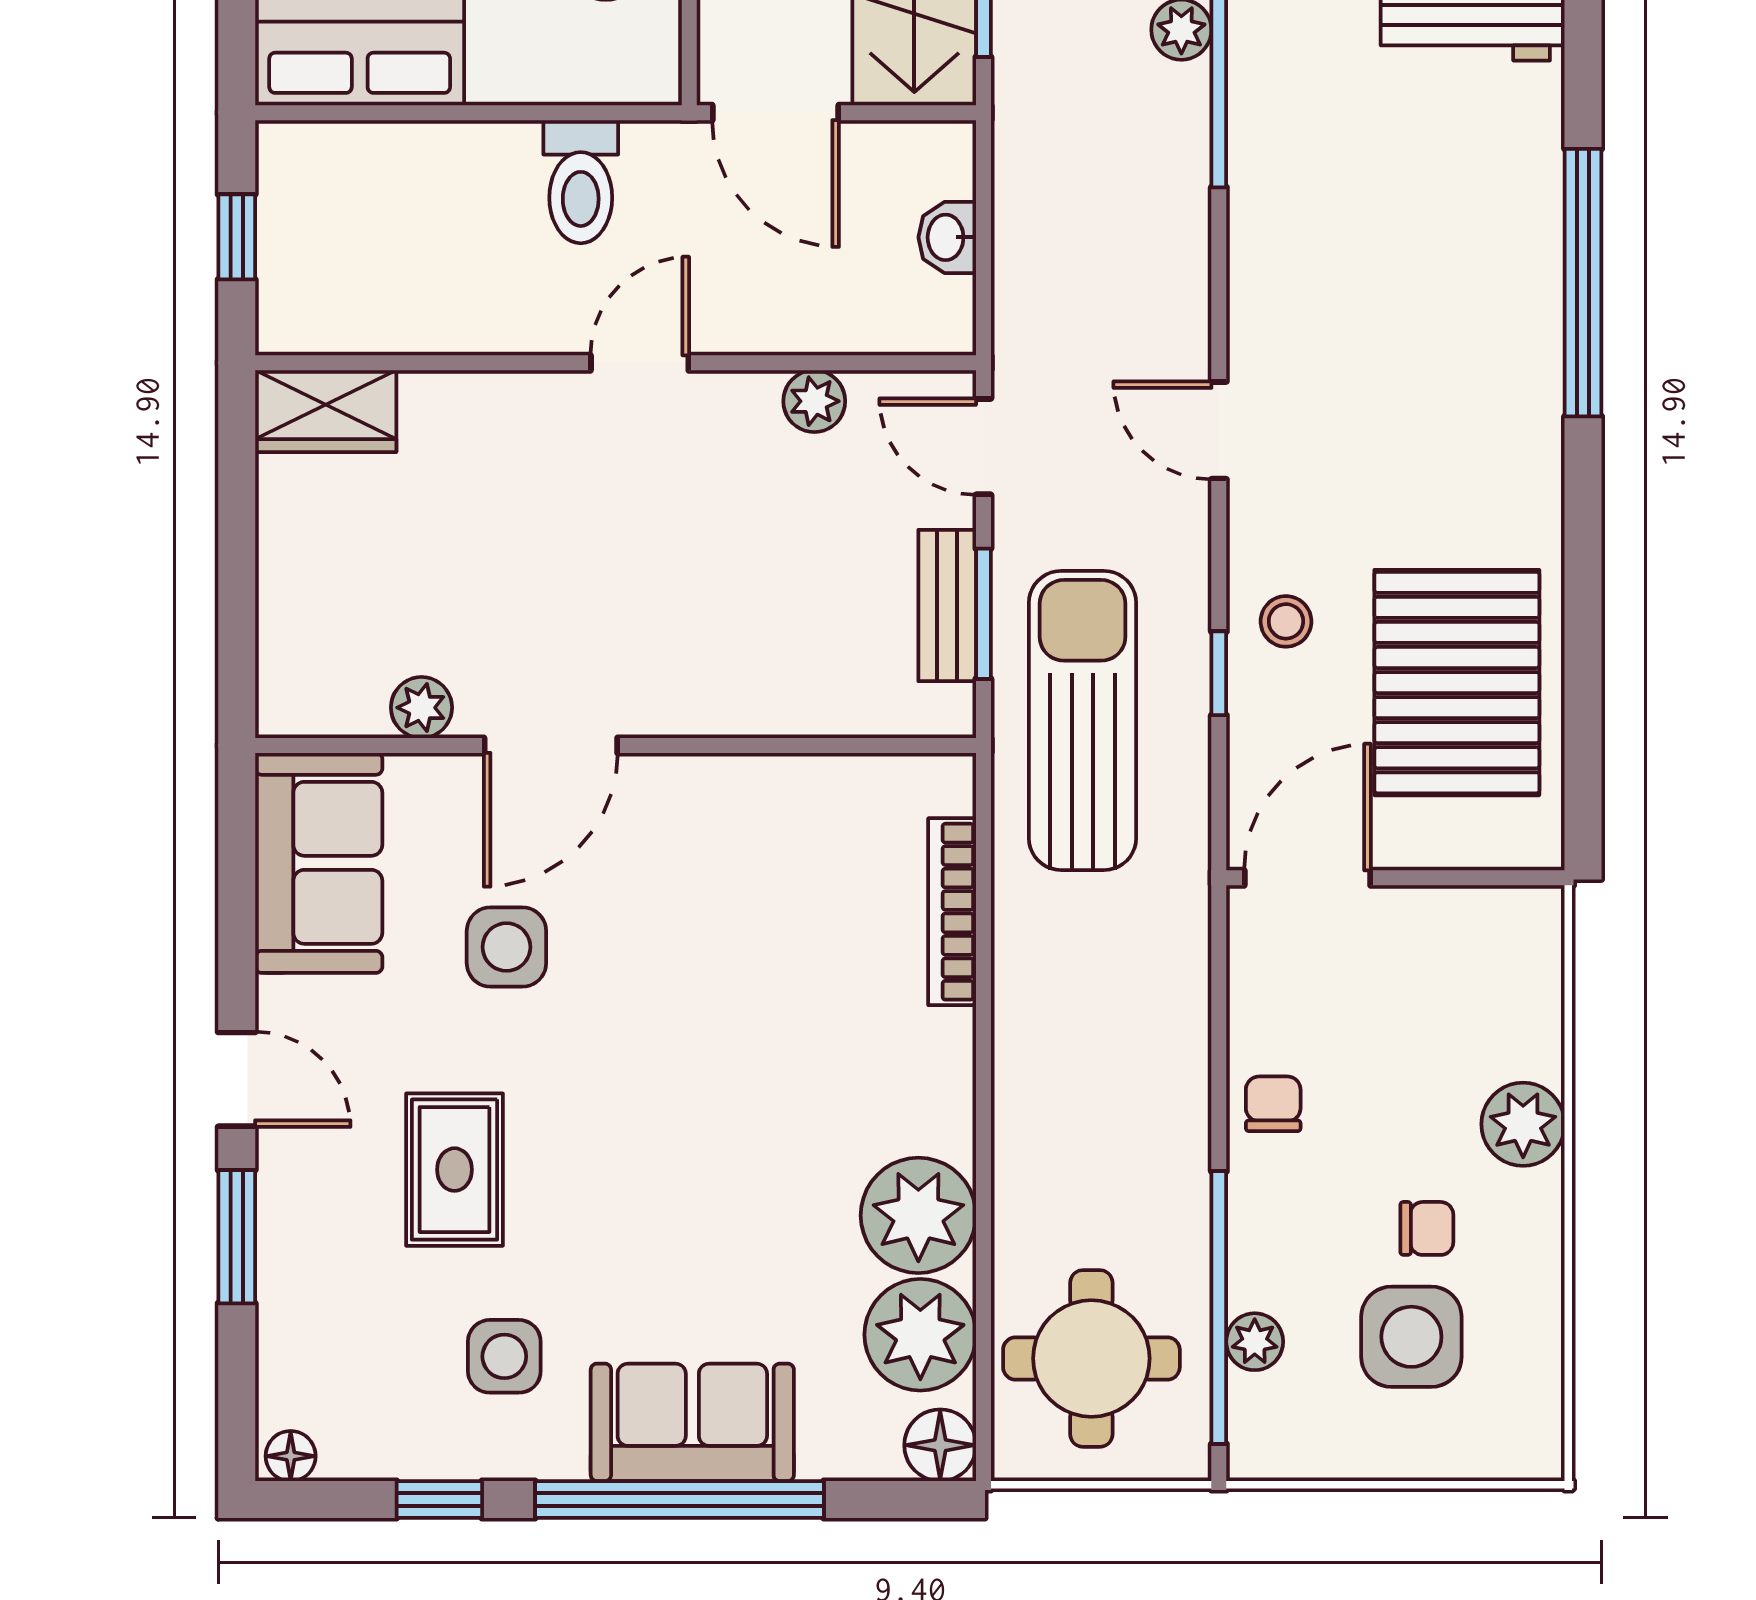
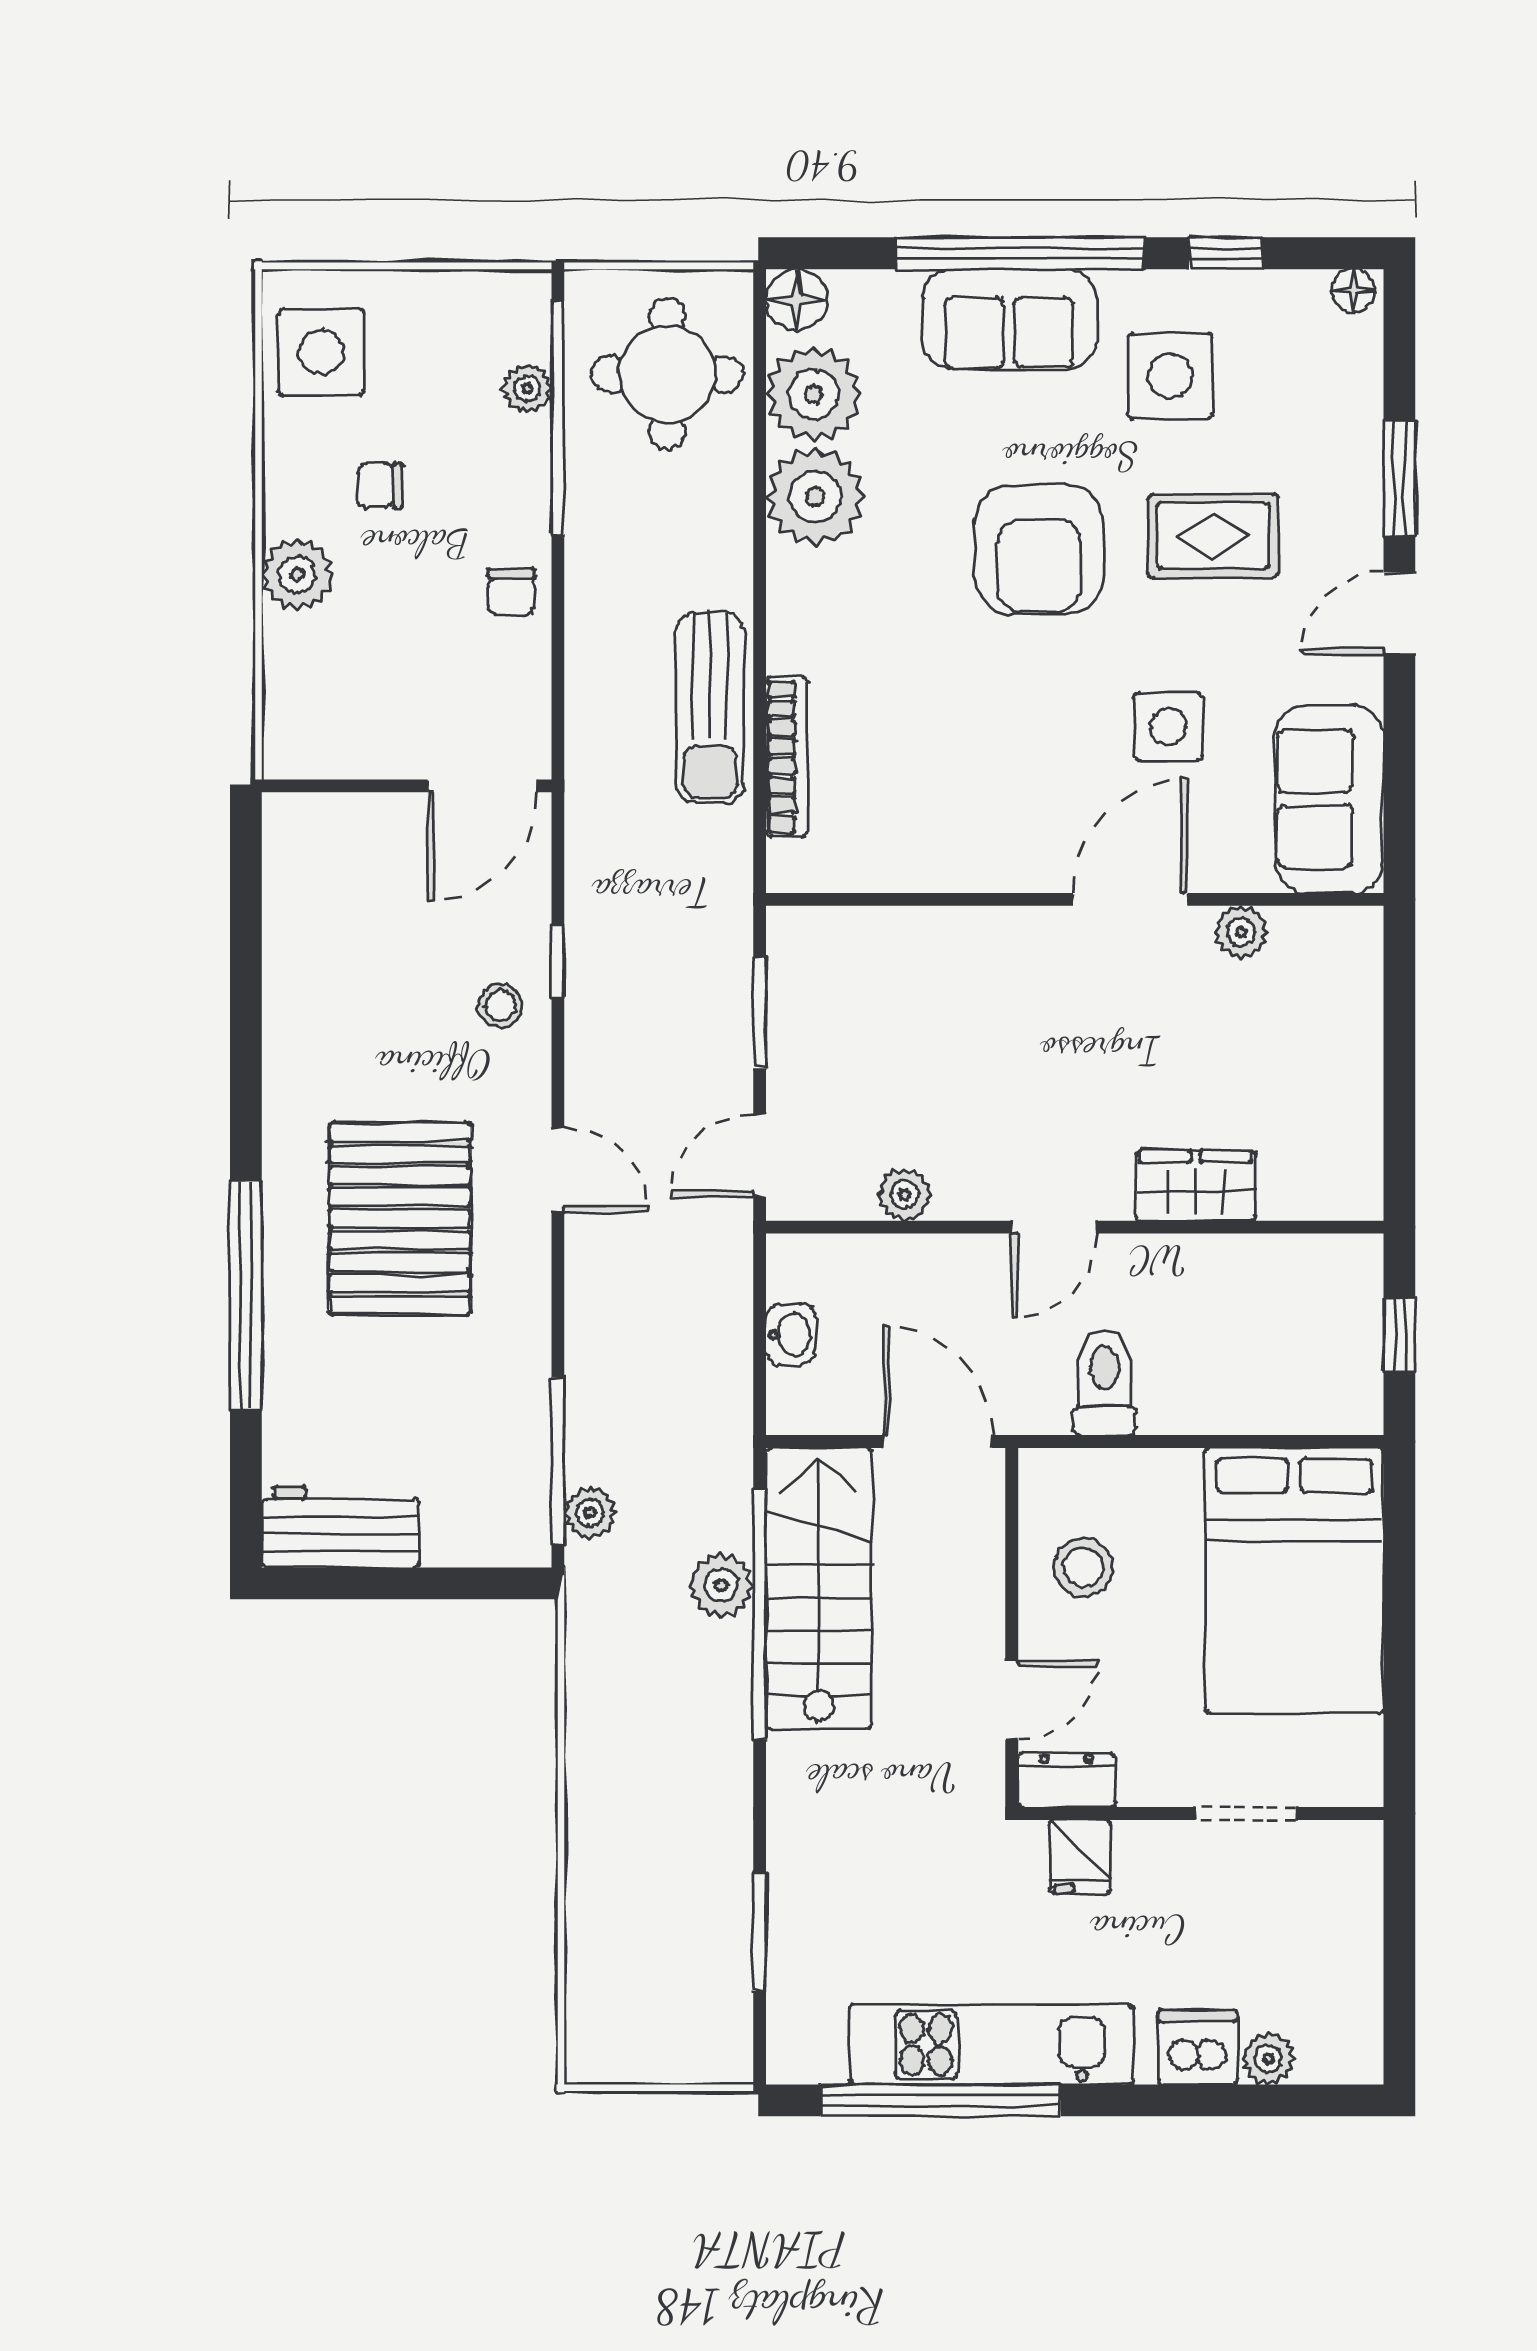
wardrobe: (326, 411) -> (1196, 1186), moved
door: (983, 447) -> (760, 1155), swing flipped
bench: (947, 605) -> (791, 1019), removed
pallet: (1457, 683) -> (400, 1219), moved
sun lounger: (1083, 720) -> (710, 708), moved, width x0.73, depth x0.75
door: (237, 1079) -> (1399, 613), hinge flipped
armchair: (657, 1154) -> (1039, 550), added
rug: (455, 1170) -> (1213, 536), turned 90
side table: (1411, 1337) -> (321, 352), moved
side table: (504, 1356) -> (1170, 376), width x1.37, depth x1.37

